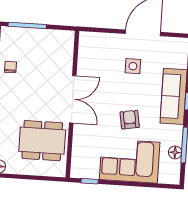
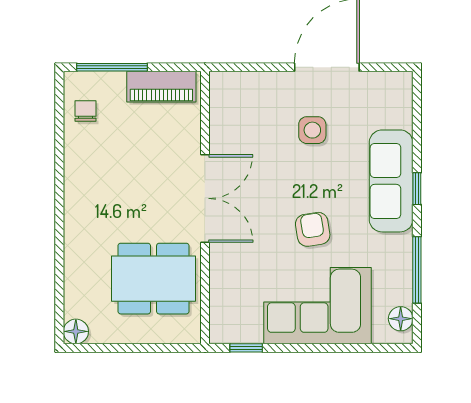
piano: (53, 38) -> (161, 87), added
chair: (10, 67) -> (86, 111), moved
floor lamp: (175, 152) -> (401, 319), moved

